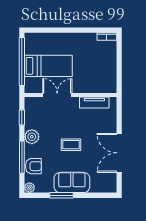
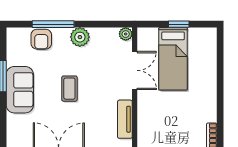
window: (22, 62) -> (179, 24), width x0.32
window: (22, 118) -> (105, 24), removed
plant: (29, 188) -> (126, 34), moved

